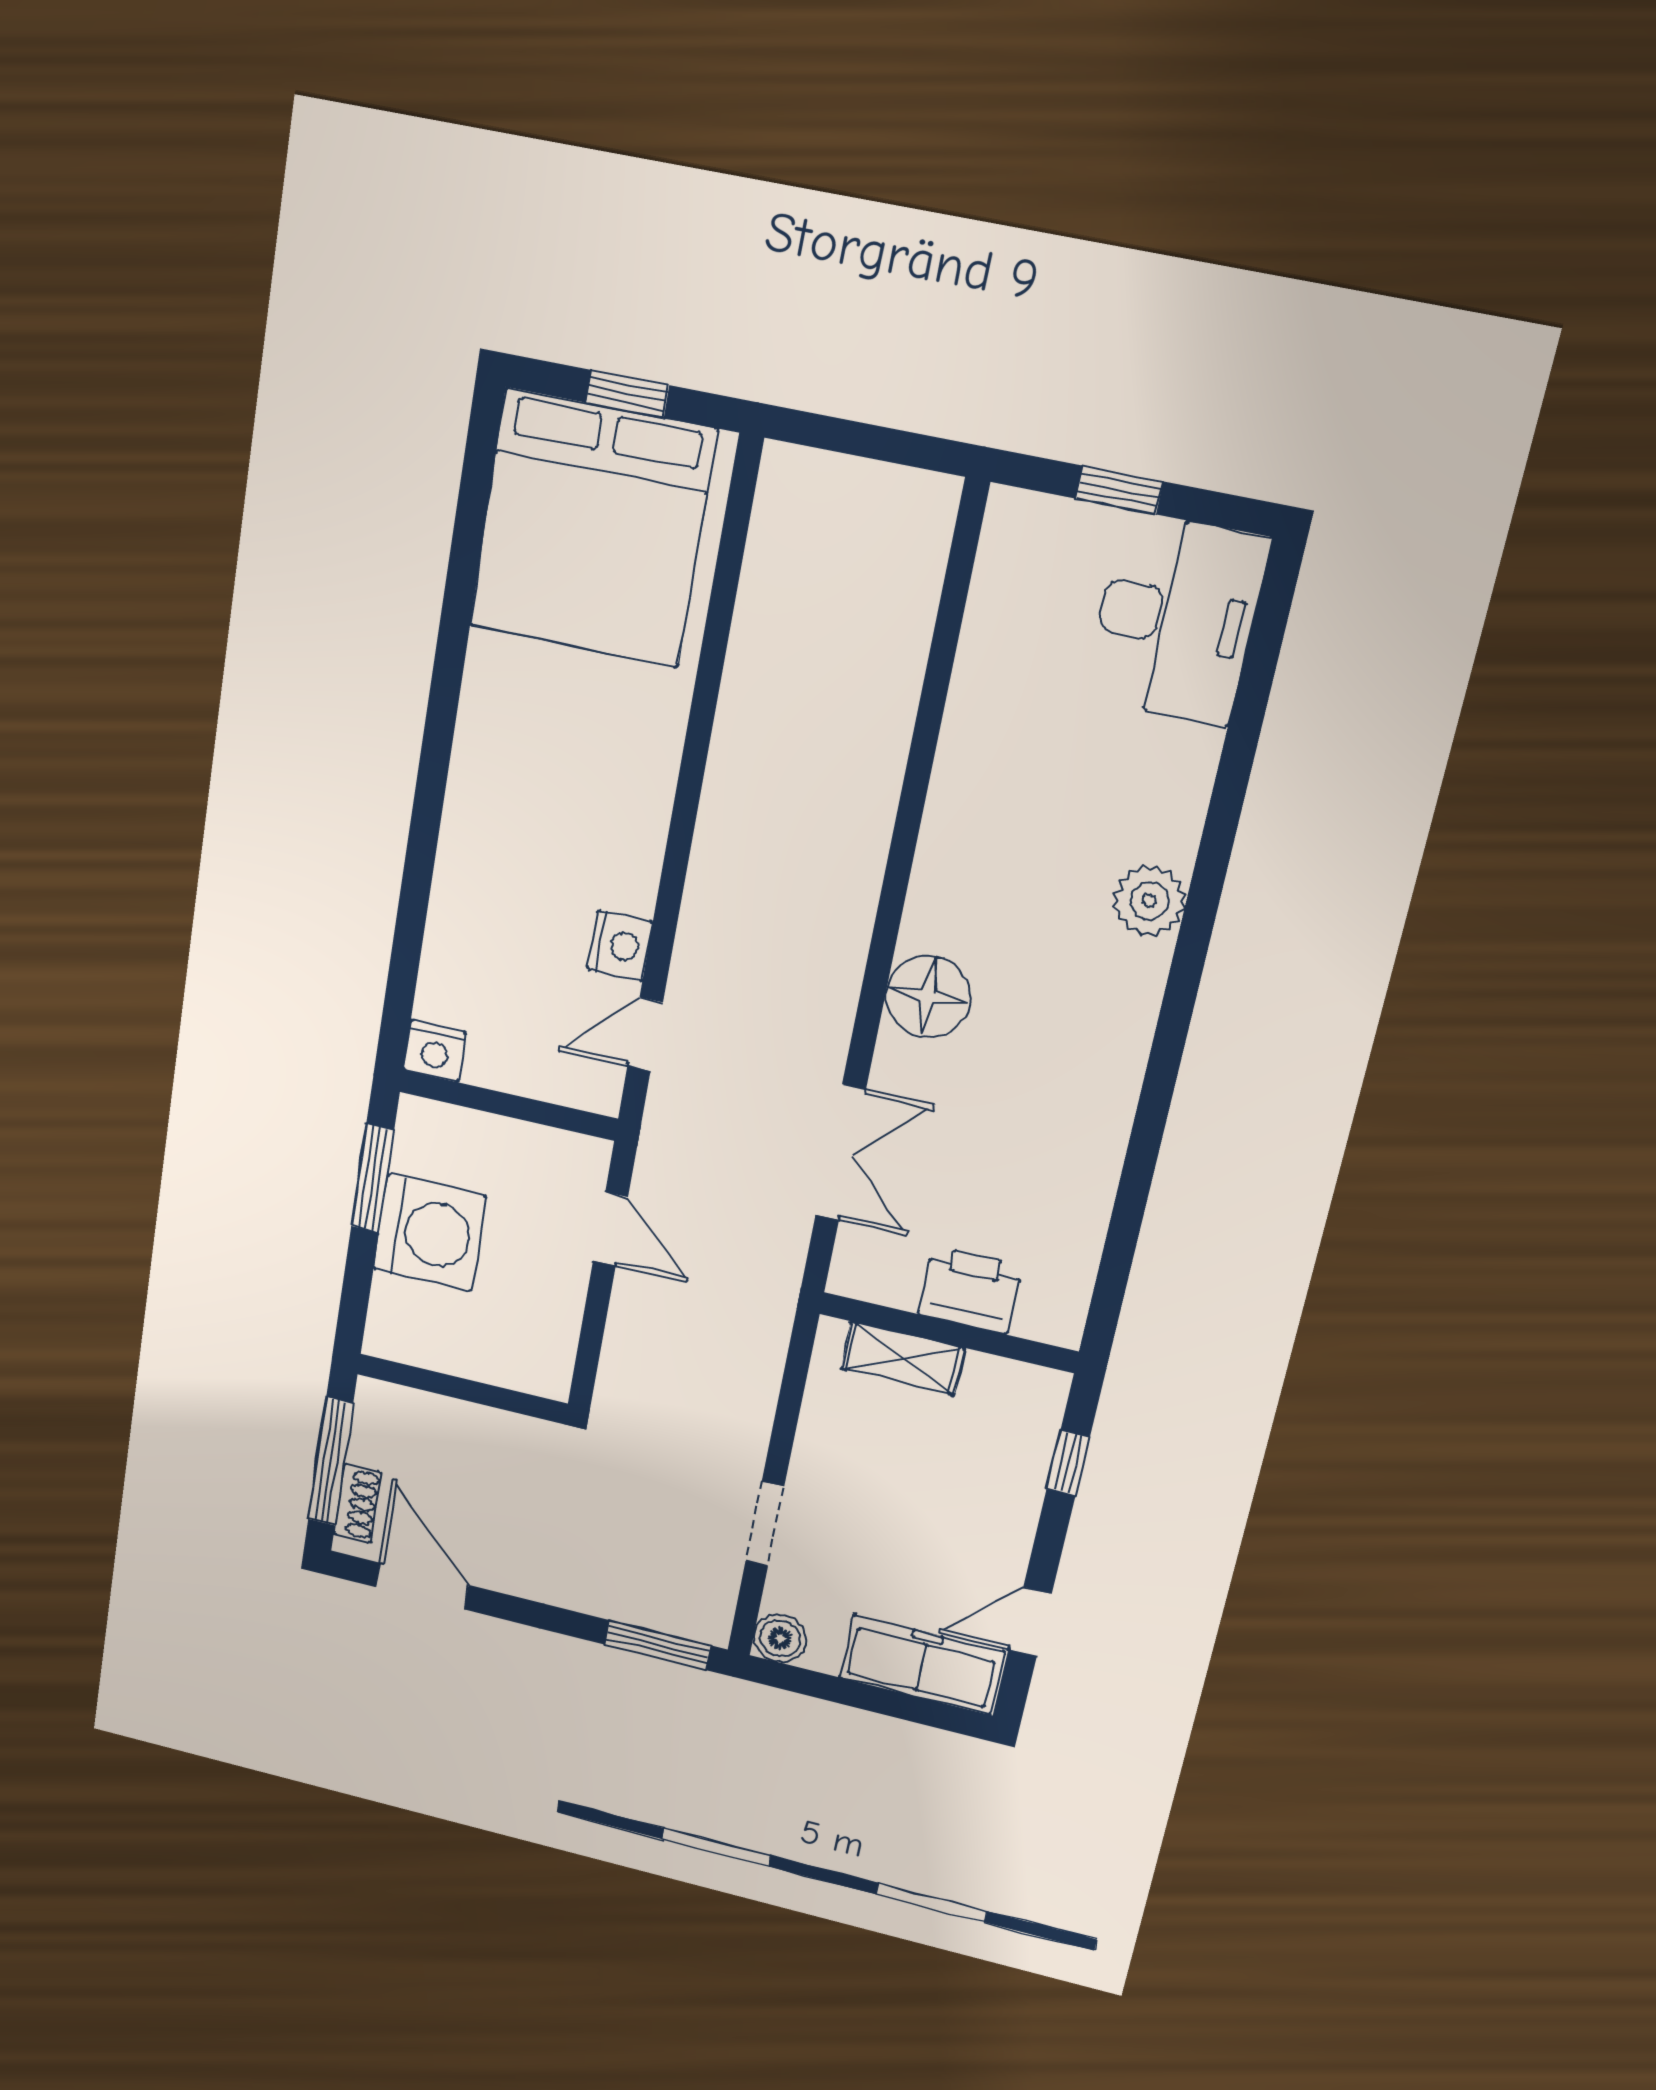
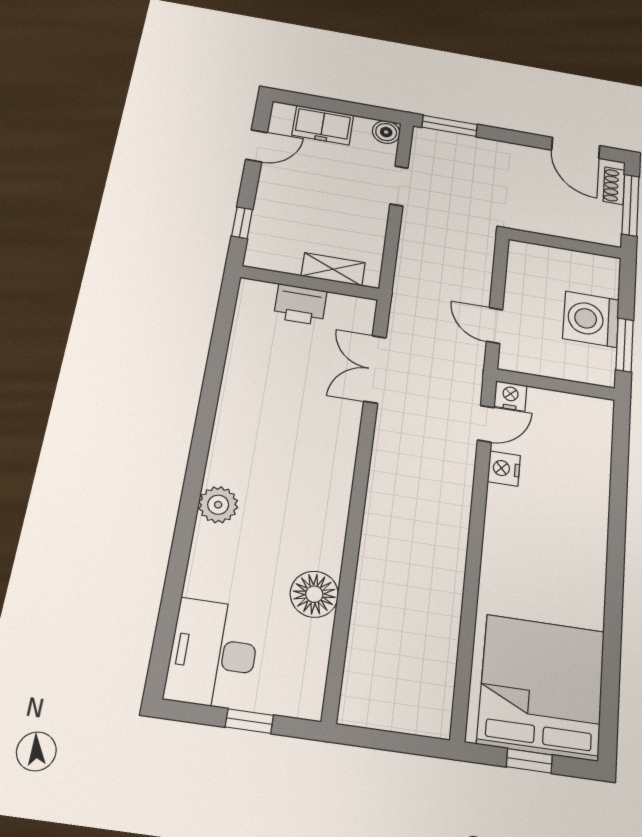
floor lamp: (928, 996) -> (314, 594), moved
nightstand: (435, 1051) -> (510, 396), moved
freezer: (922, 1665) -> (323, 125), width x0.71

